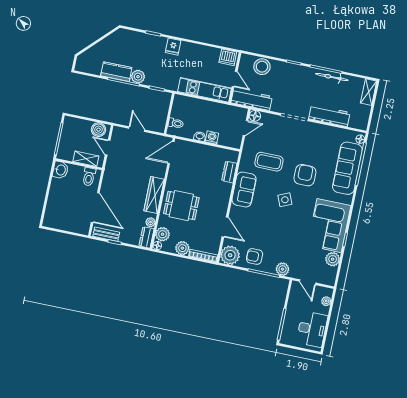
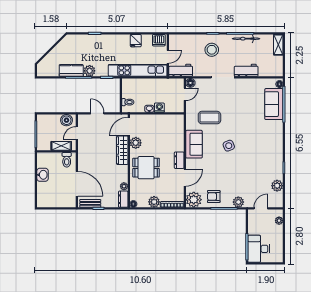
fridge: (173, 47) -> (136, 41), moved
stool: (262, 67) -> (212, 50), moved
door: (235, 79) -> (168, 57), hinge flipped
kitchen unit: (205, 90) -> (138, 70), width x1.36
workbench: (252, 100) -> (181, 70), width x0.73
workbench: (329, 116) -> (246, 70), width x0.73
door: (108, 148) -> (77, 133), hinge flipped
sofa: (347, 168) -> (274, 104), width x0.73
washbasin: (60, 170) -> (43, 175), moved
dresser: (229, 172) -> (179, 160), moved
armchair: (305, 175) -> (241, 122), removed
wardrobe: (154, 195) -> (122, 150), moved
corner sofa: (329, 226) -> (269, 159), removed
door: (225, 227) -> (185, 178), hinge flipped
plant: (163, 234) -> (136, 143), moved
door: (308, 282) -> (261, 208), swing flipped
desk: (312, 329) -> (259, 249), moved, turned 180

